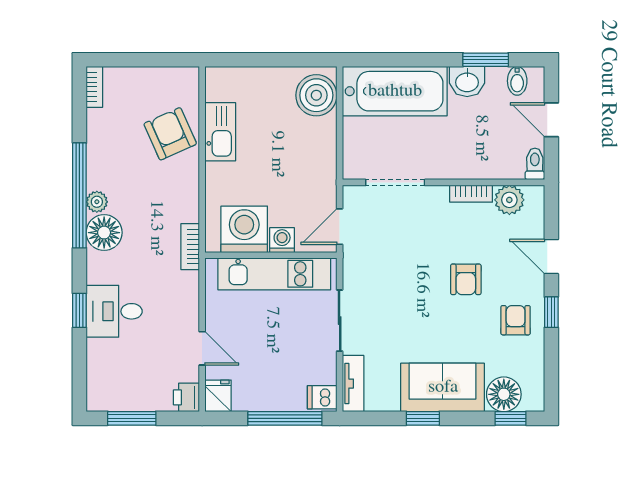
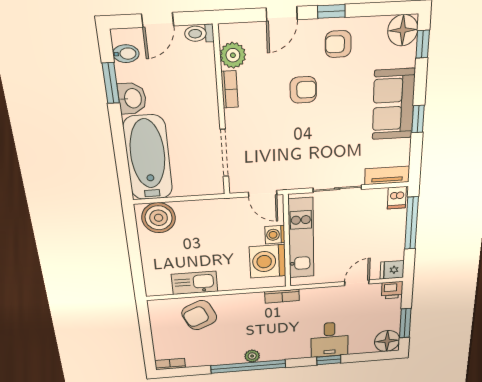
floor lamp: (104, 233) -> (387, 341), moved
floor lamp: (504, 394) -> (403, 30), moved

